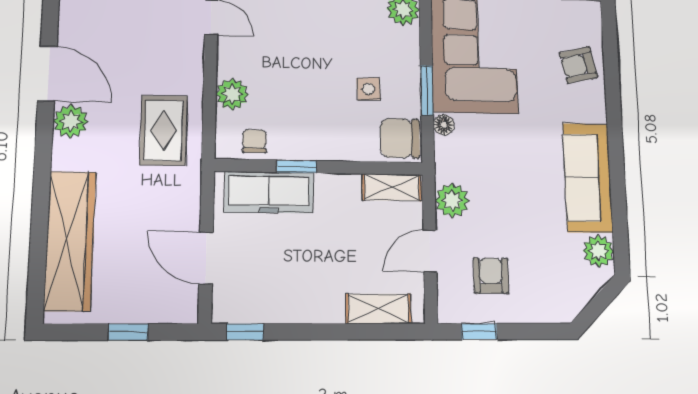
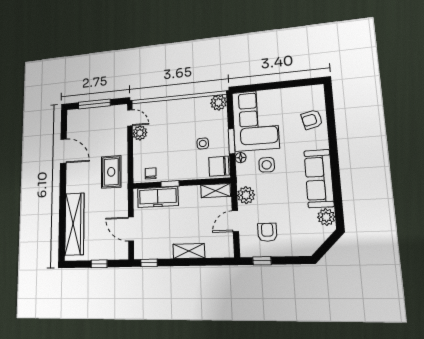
plant: (232, 94) -> (140, 133), moved
plant: (71, 121) -> (73, 171), removed
side table: (493, 144) -> (267, 165), added
shelving: (378, 309) -> (189, 251), moved

